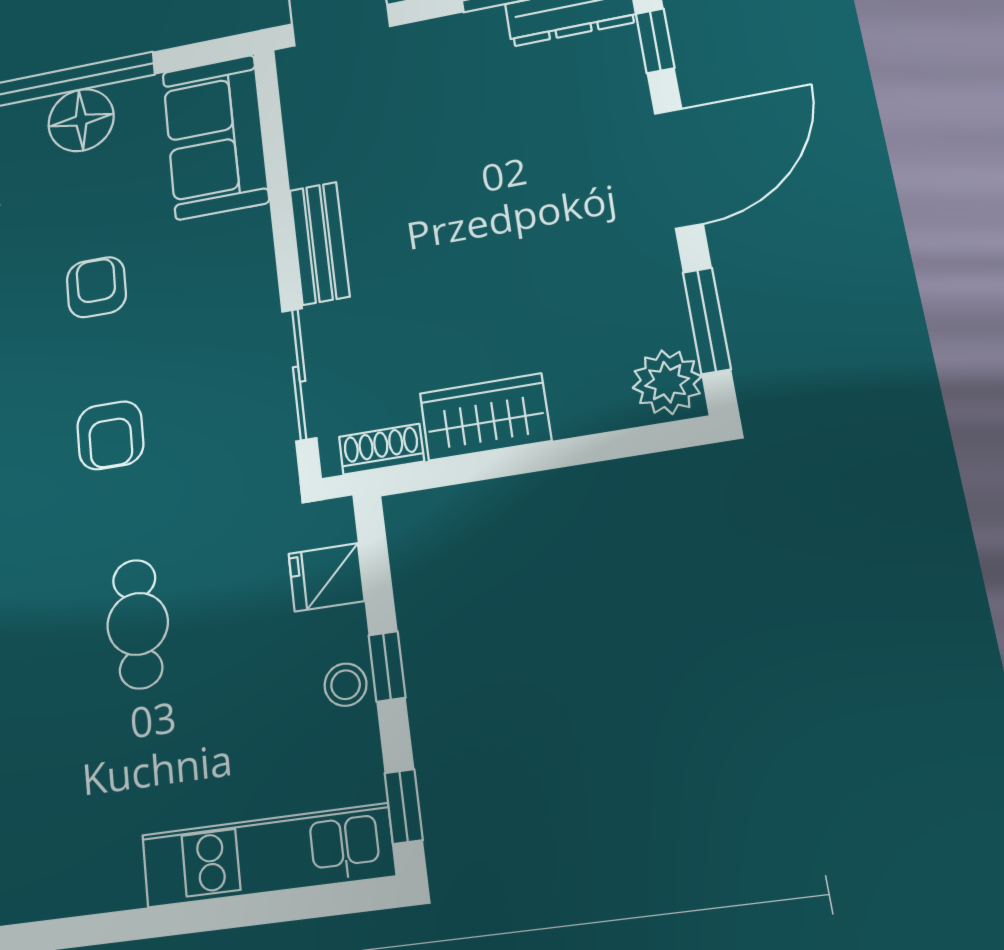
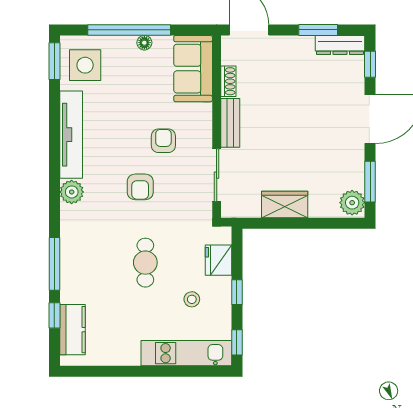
floor lamp: (81, 120) -> (144, 43), width x0.53, depth x0.53
armchair: (96, 287) -> (163, 141), moved
shoe rack: (381, 449) -> (228, 81), moved, turned 90
fridge: (326, 577) -> (218, 260), width x1.38
stool: (346, 685) -> (192, 299), moved

